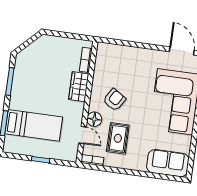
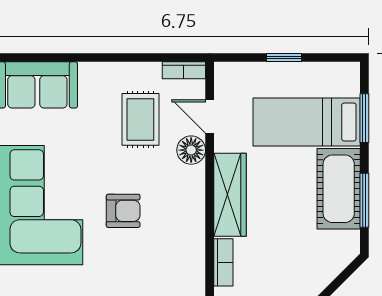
wardrobe: (79, 87) -> (230, 195), width x1.50
cot: (22, 89) -> (339, 189), added
armchair: (114, 100) -> (123, 211), moved, turned -122

